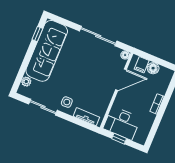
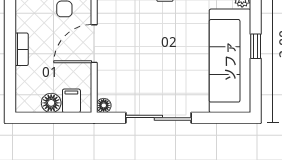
window: (37, 34) -> (256, 46), moved
door: (121, 80) -> (94, 44), moved

